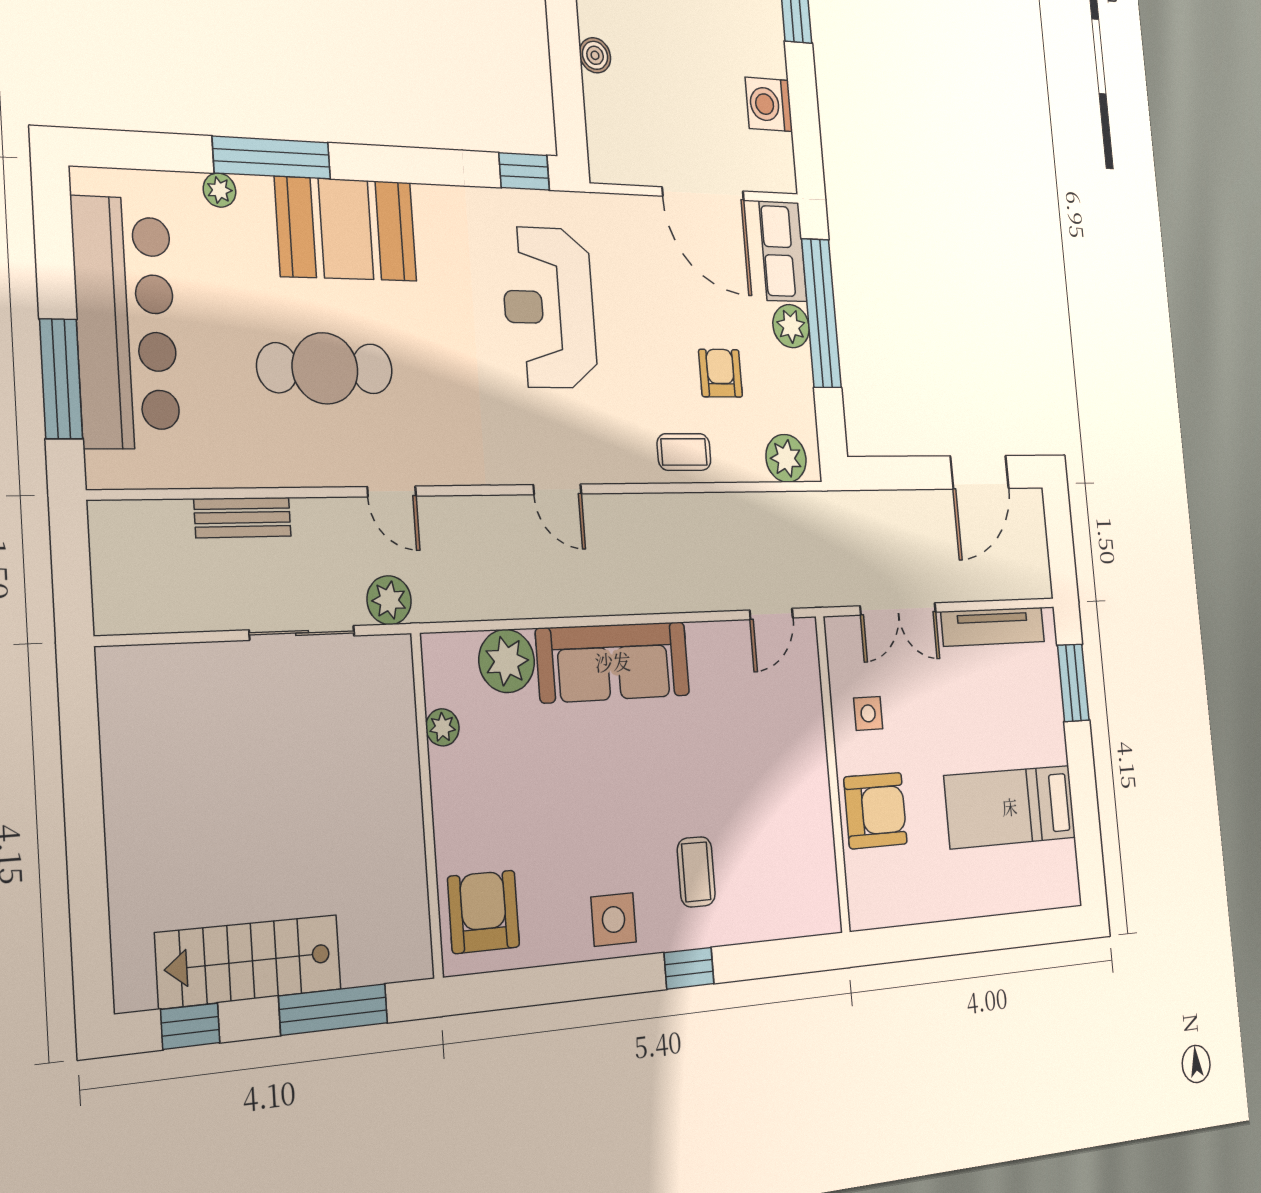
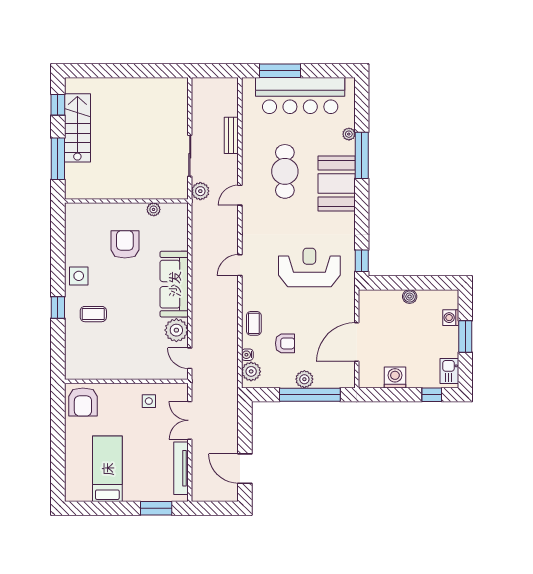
row of seats: (783, 251) -> (335, 378), removed
water cooler: (752, 468) -> (247, 355), added
plant: (507, 661) -> (176, 330), moved
armchair: (875, 811) -> (83, 402), moved
armchair: (484, 912) -> (125, 244), moved, turned -90

